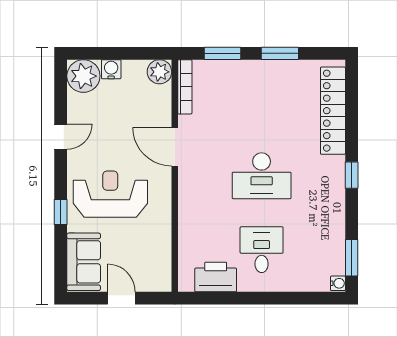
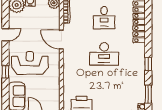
window: (352, 175) -> (148, 64), moved
desk: (262, 250) -> (104, 18), moved, turned 180

